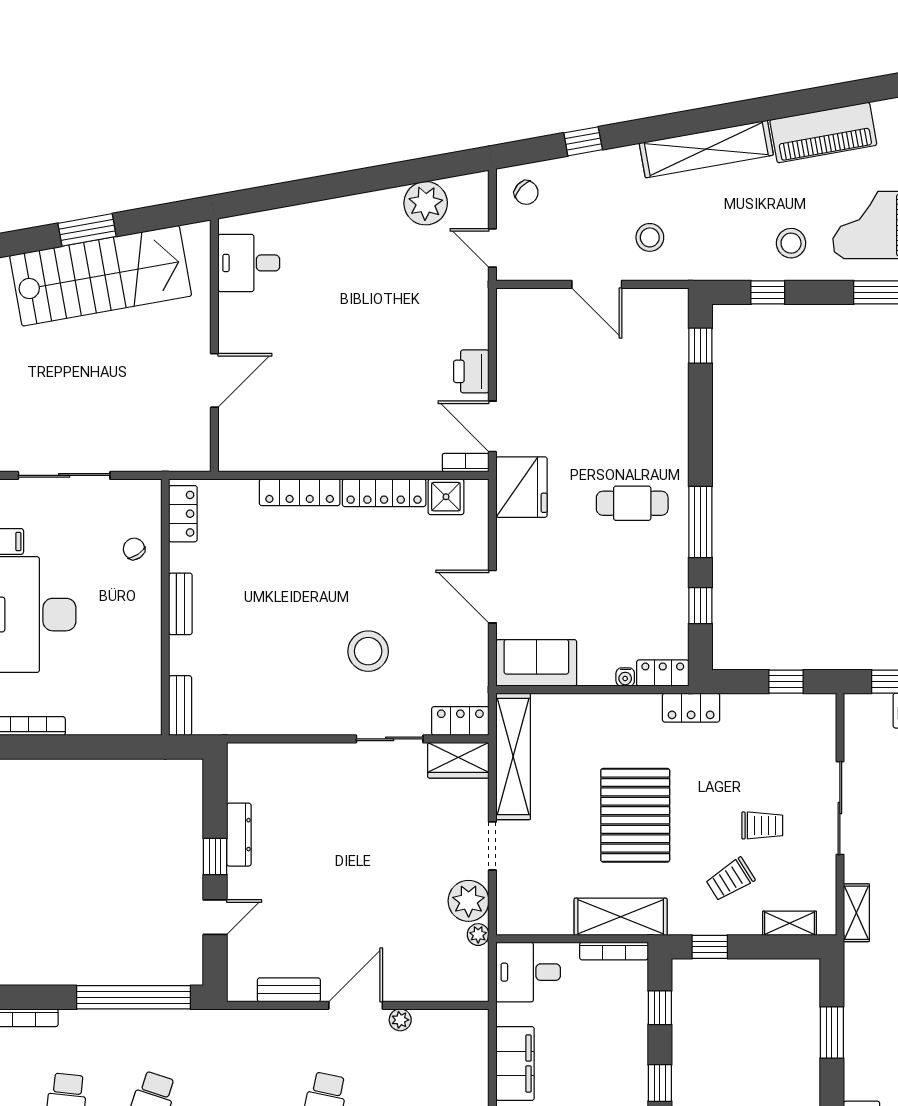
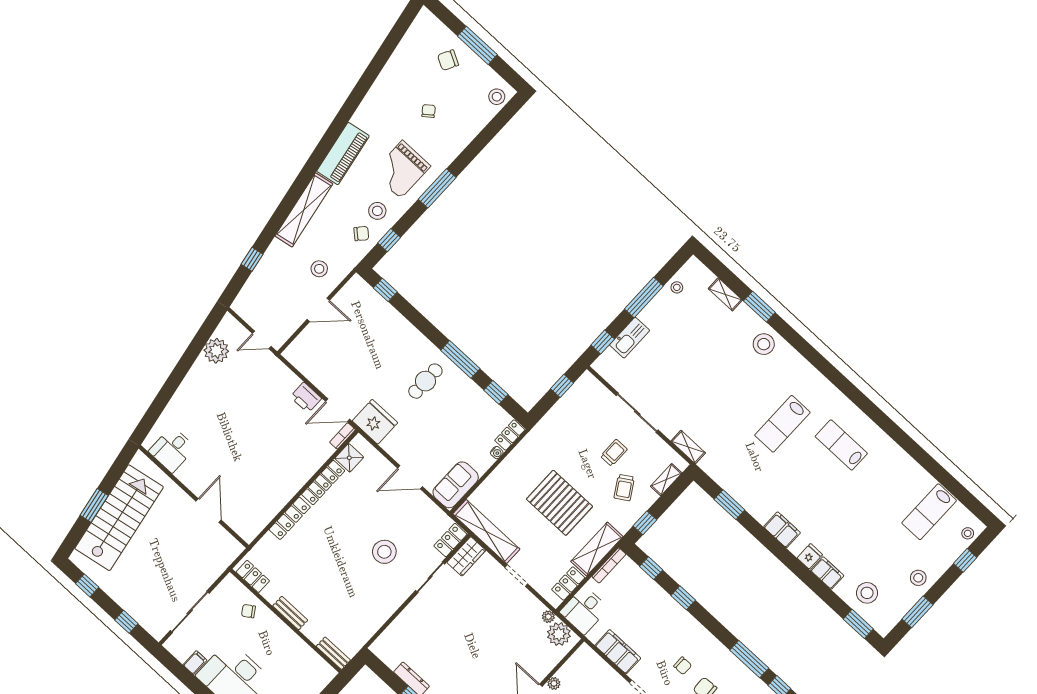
chair: (526, 193) -> (361, 234), moved
locker: (691, 708) -> (568, 584), moved, turned 180
plant: (469, 901) -> (559, 634), moved

